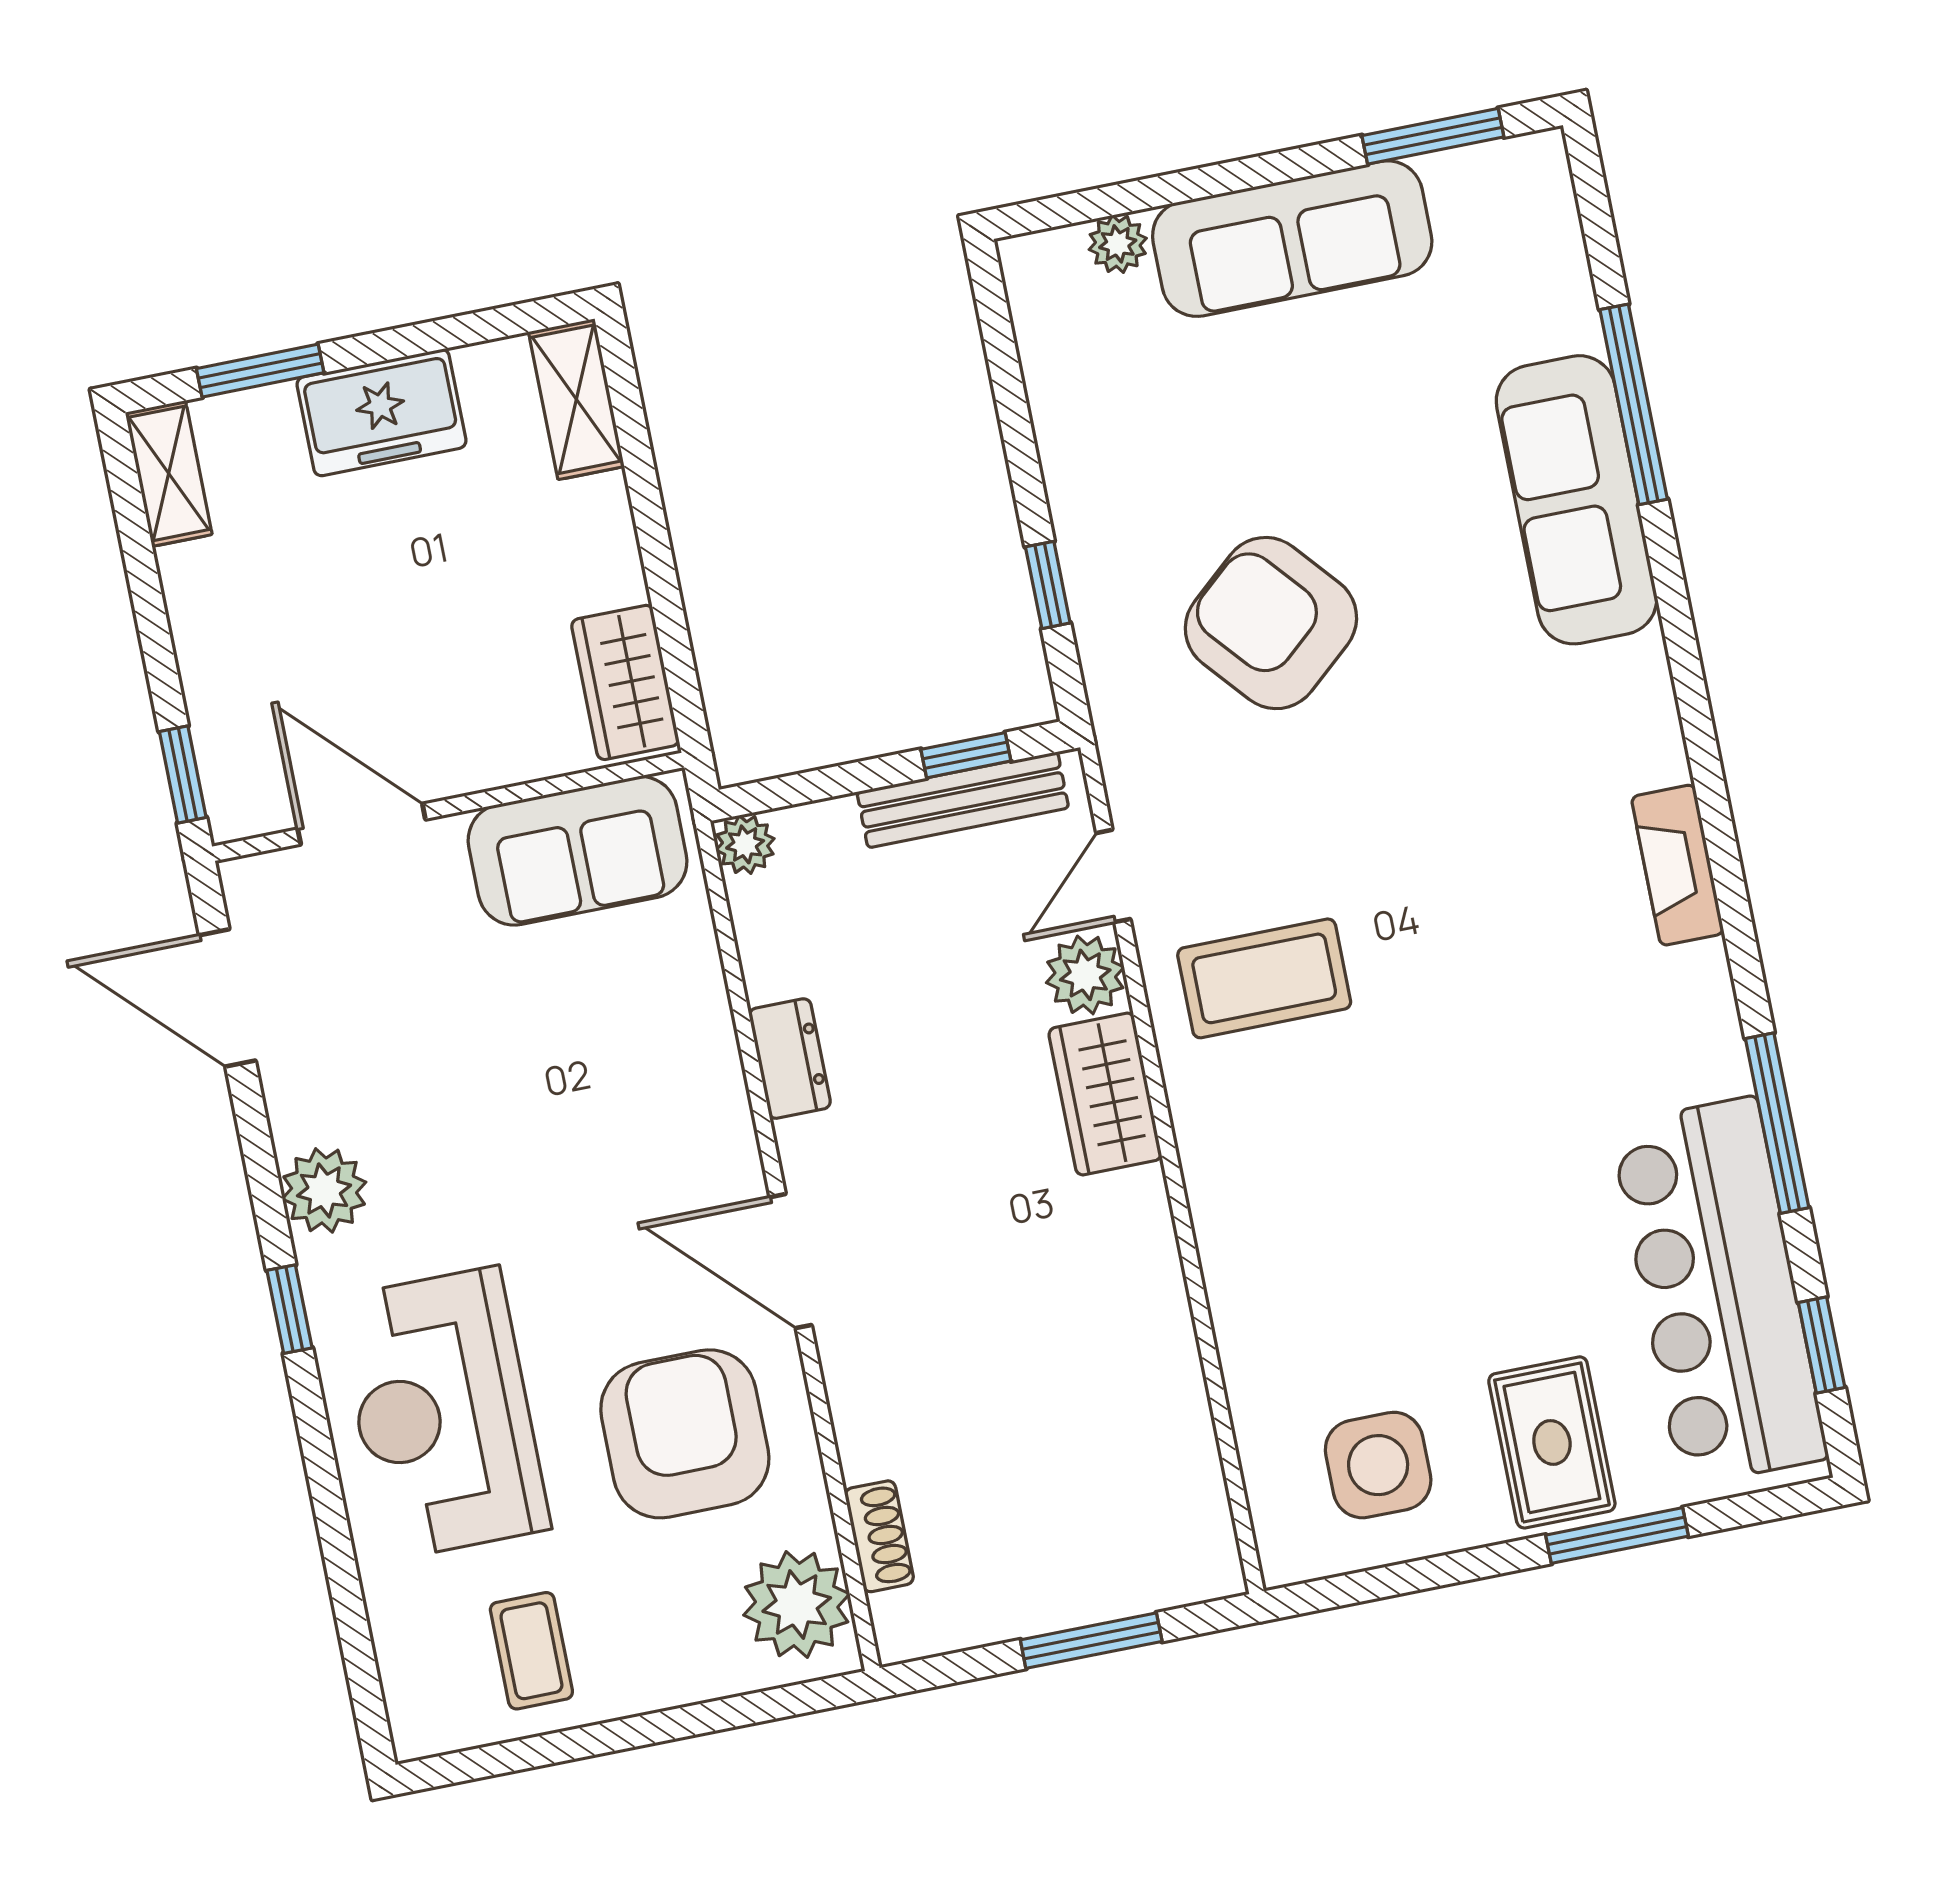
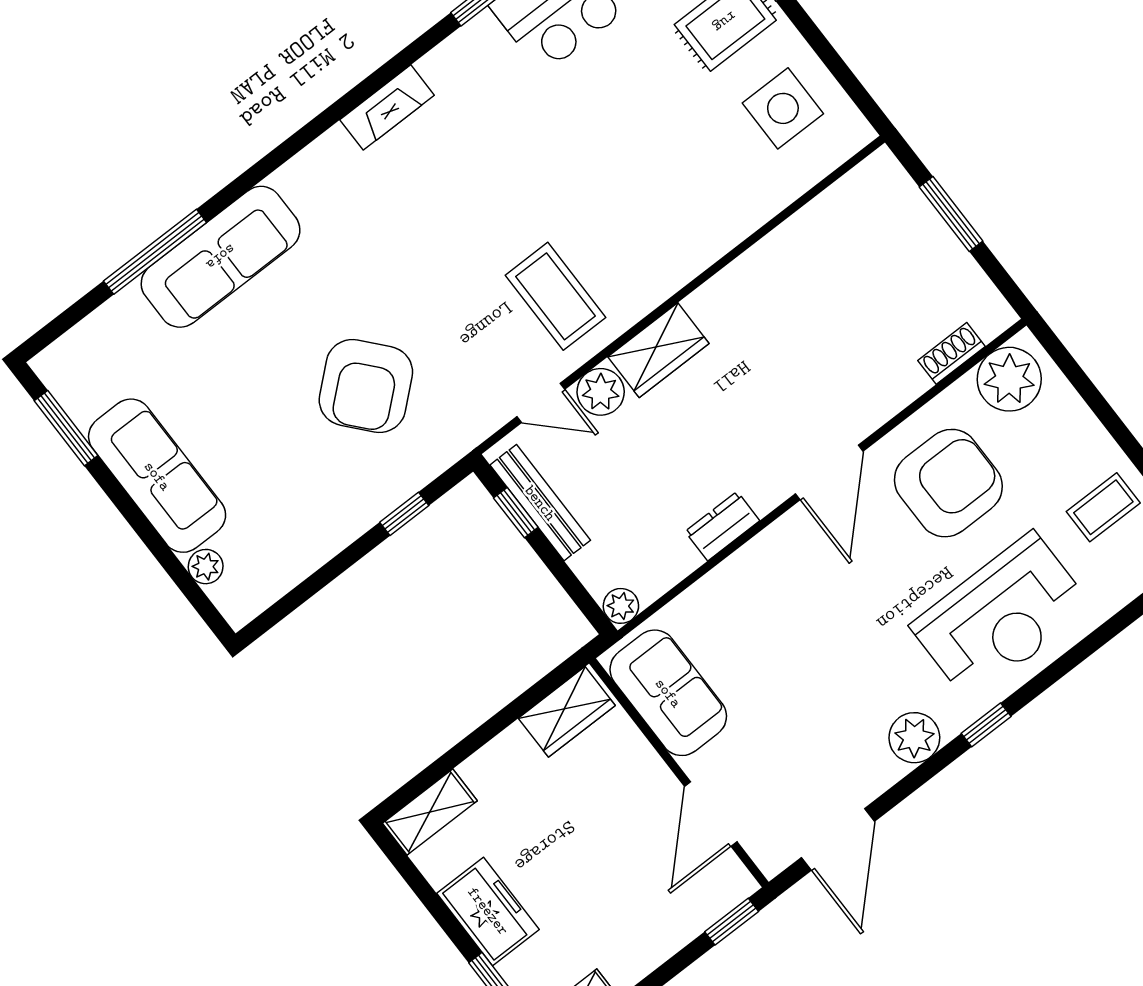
armchair: (685, 1434) -> (948, 483), turned 180

